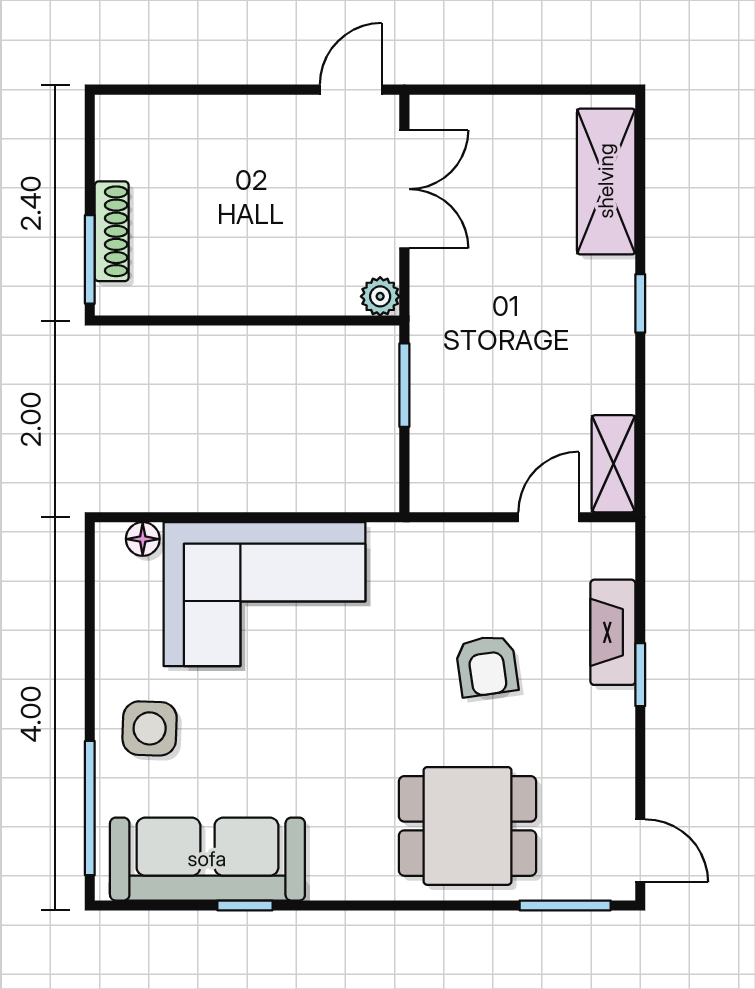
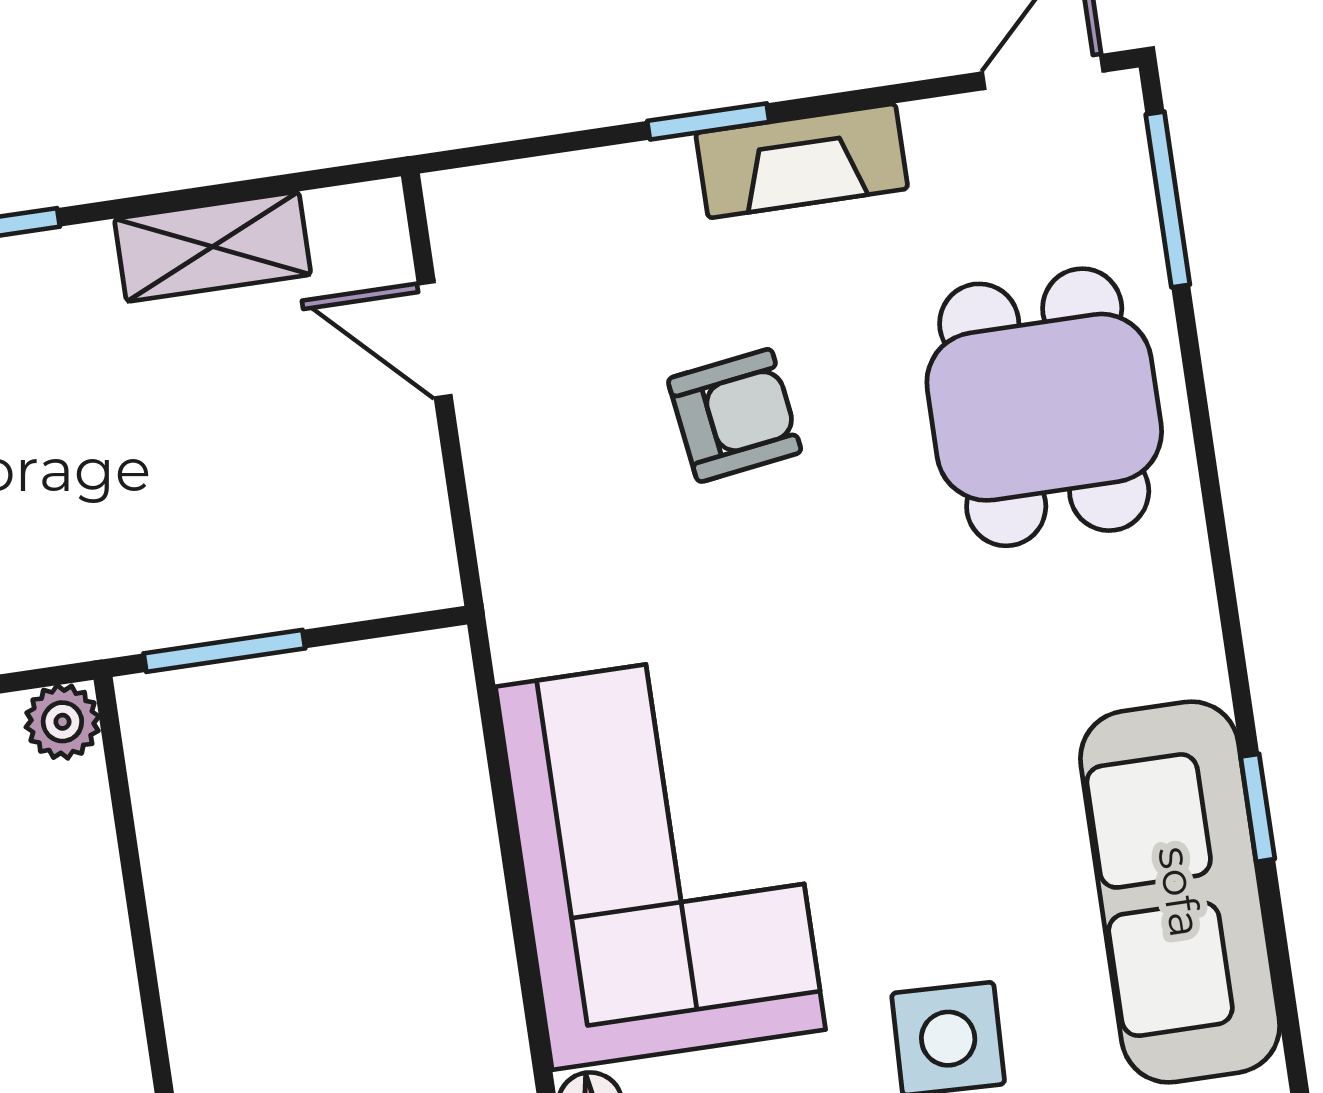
shelving: (613, 464) -> (213, 247), moved
fireplace: (613, 632) -> (802, 161), moved

